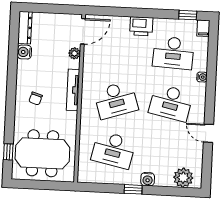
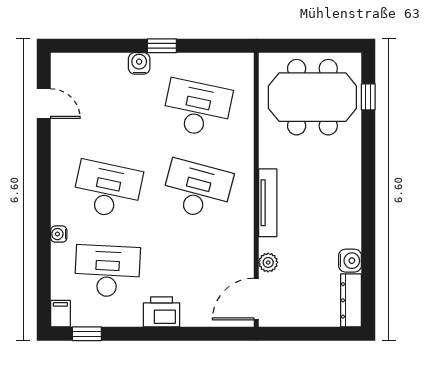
chair: (36, 98) -> (328, 186), removed
desk: (116, 100) -> (197, 190), turned 33
door: (208, 133) -> (44, 104), moved
plant: (183, 178) -> (81, 69), removed

